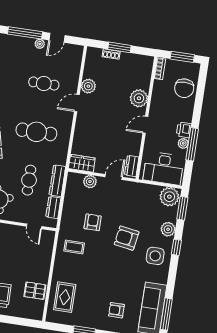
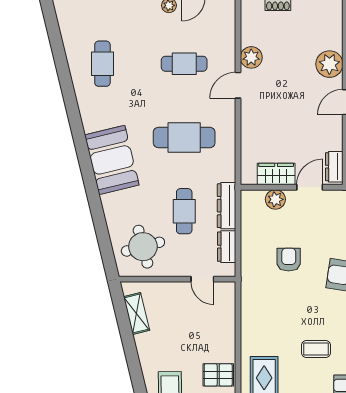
wardrobe: (82, 163) -> (276, 174), moved
coffee table: (74, 247) -> (316, 349), moved

